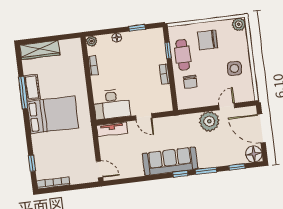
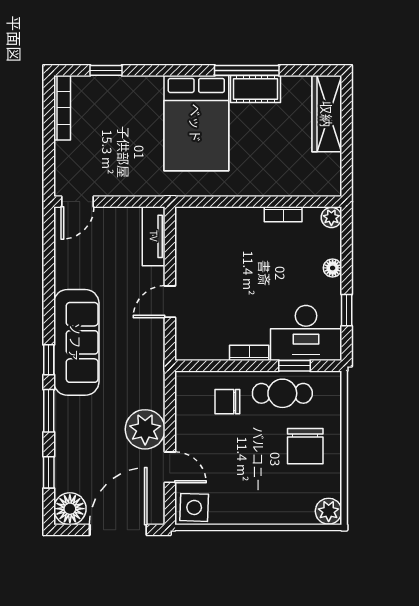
chair: (208, 40) -> (305, 446), turned 180
side table: (234, 69) -> (194, 507), moved
desk: (112, 104) -> (306, 333), moved, turned -90

